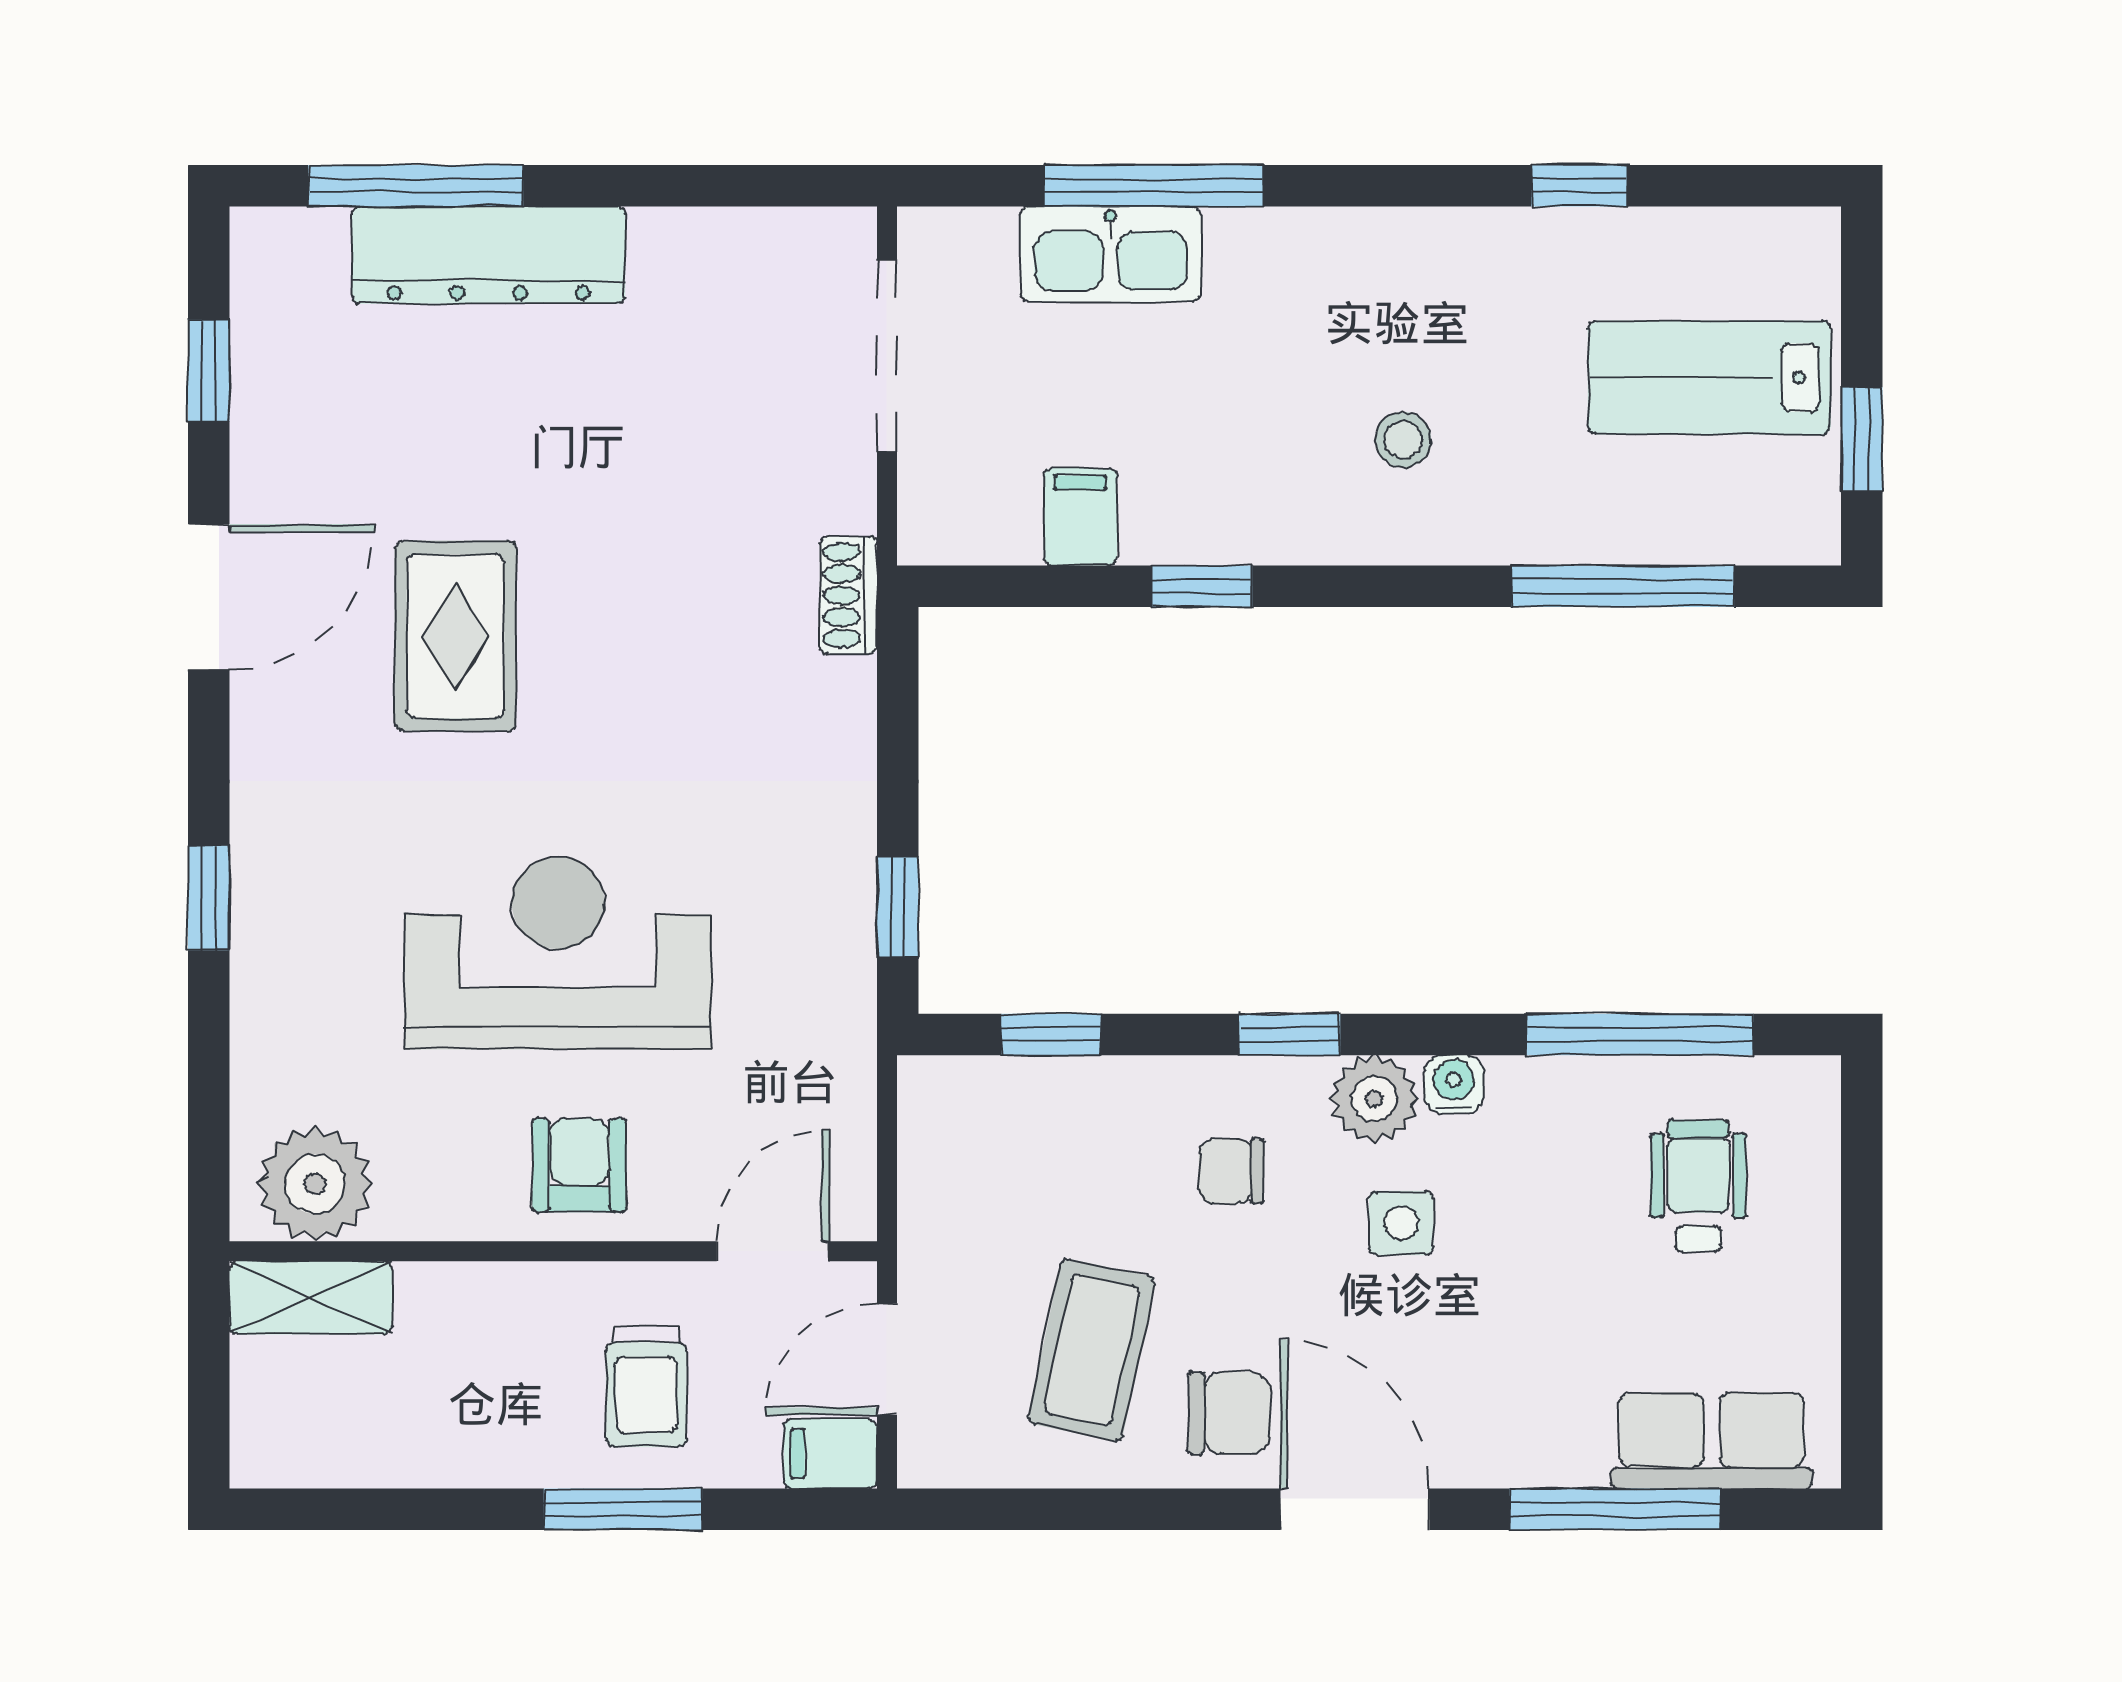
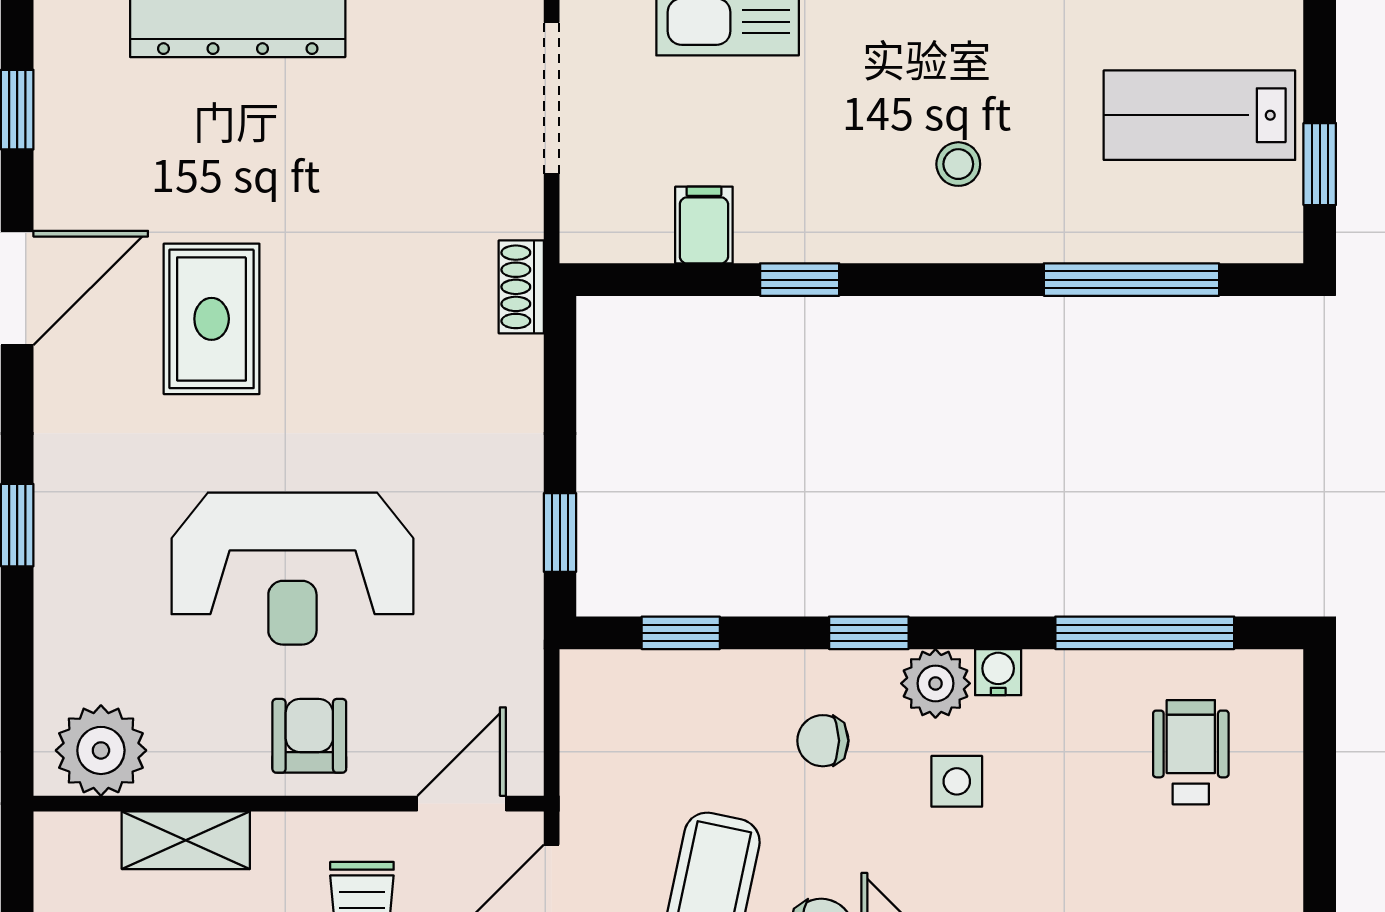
reception desk: (558, 953) -> (292, 569), turned 180
shelving: (311, 1298) -> (186, 840), moved

